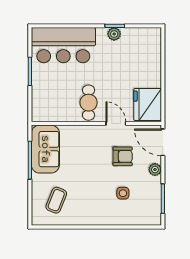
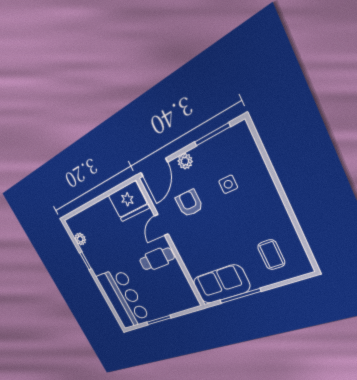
plant: (114, 34) -> (80, 239), moved
coffee table: (56, 200) -> (271, 255), turned 68

